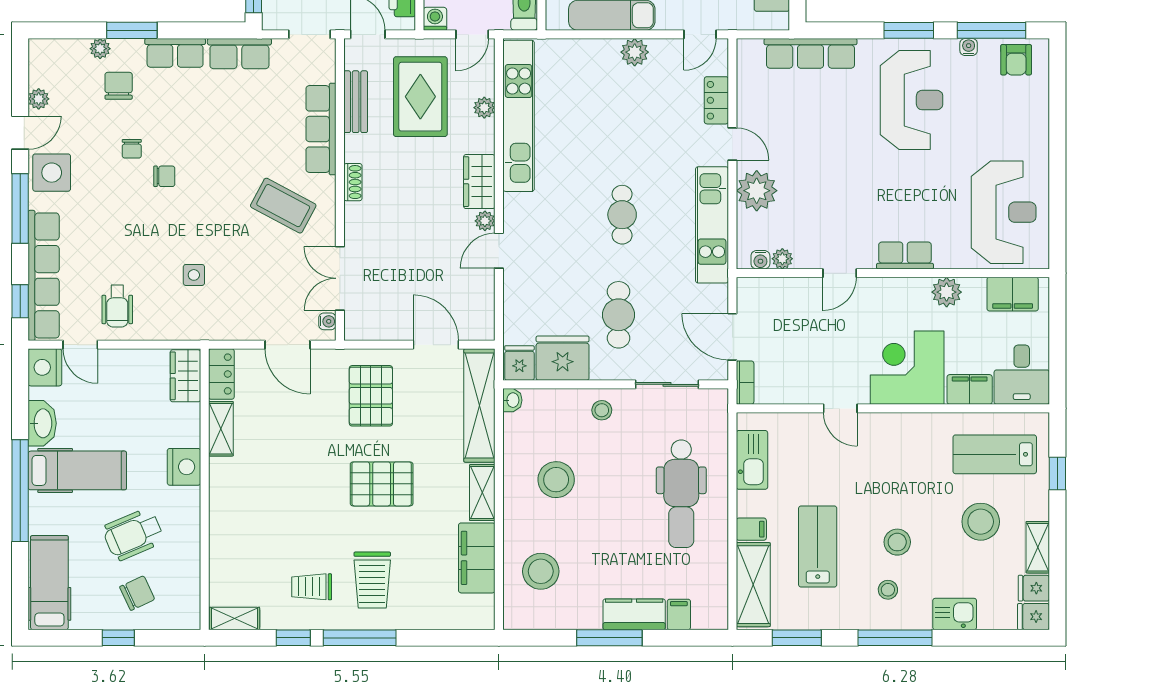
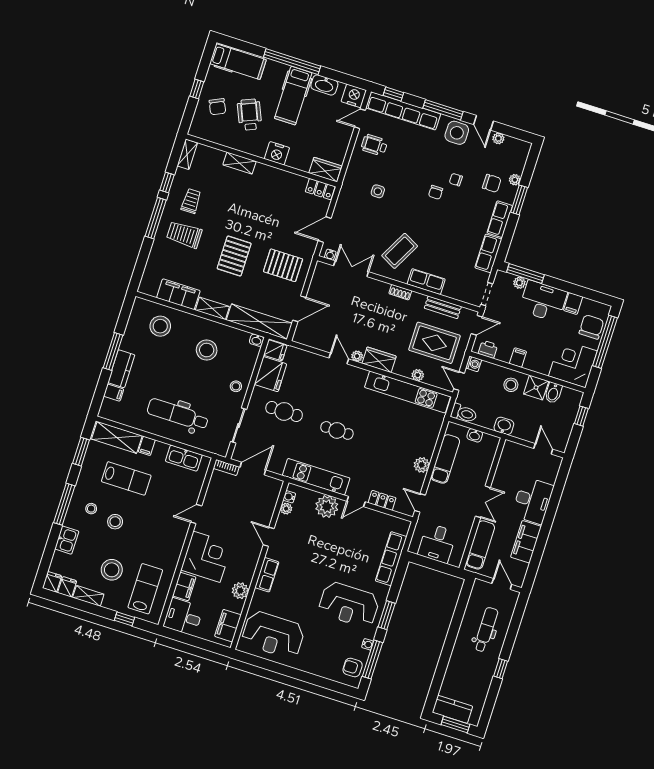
row of seats: (321, 129) -> (426, 282), width x0.68
shelving: (221, 429) -> (240, 163), moved

